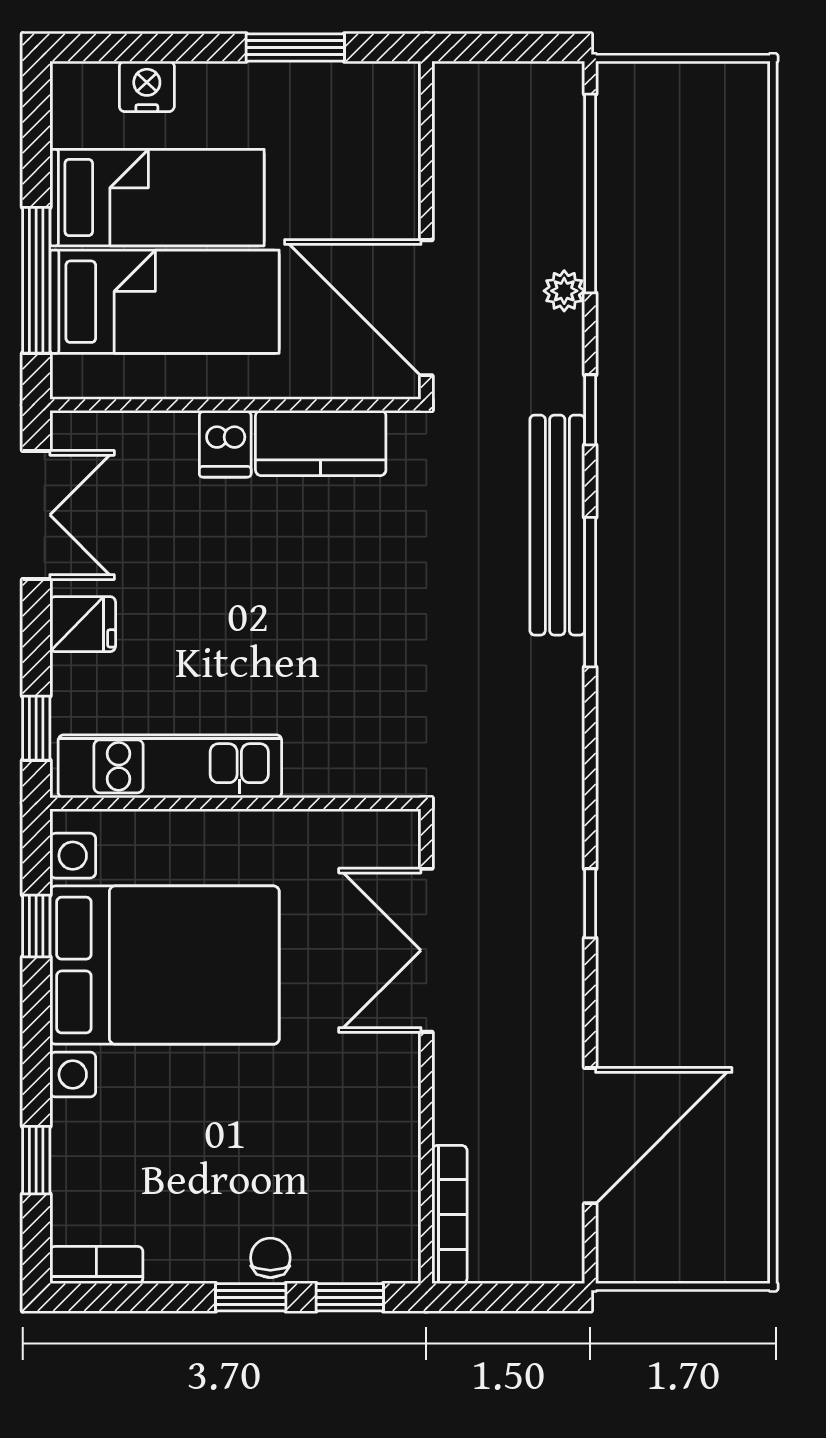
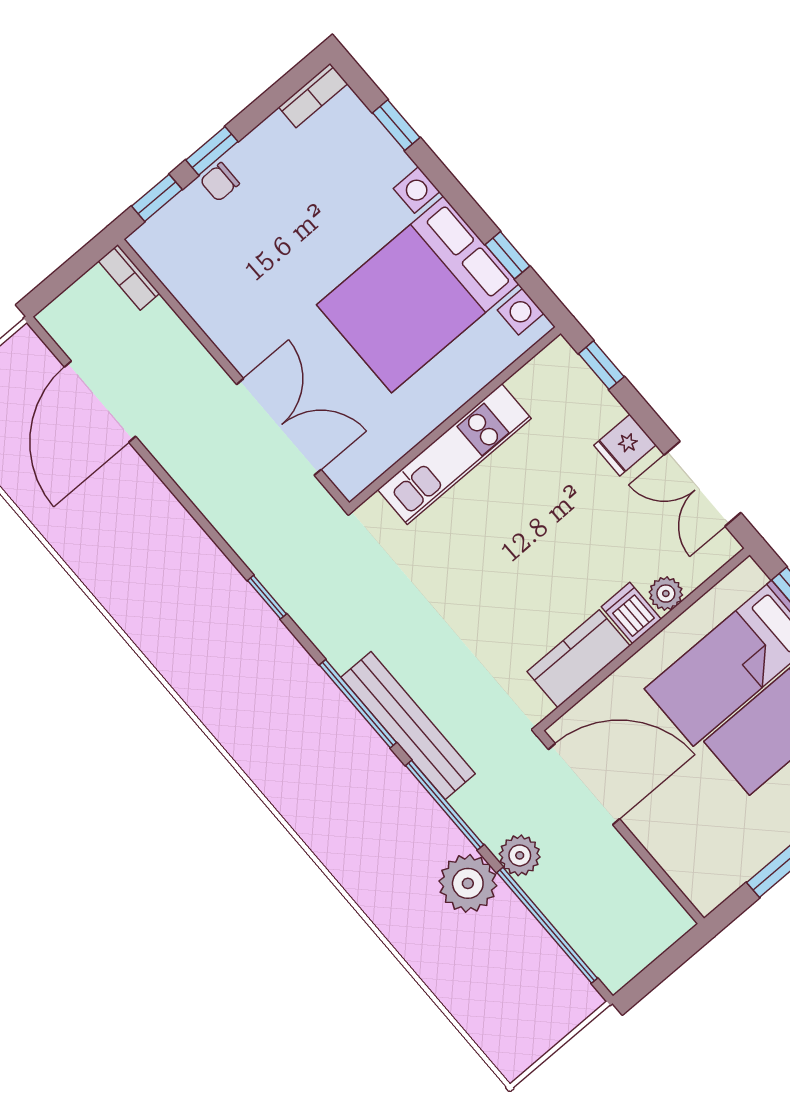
plant: (564, 291) -> (520, 855), width x1.38, depth x1.38
plant: (635, 308) -> (468, 883), added
window: (590, 410) -> (445, 805), width x2.17
plant: (172, 433) -> (666, 594), added
kitchen unit: (170, 766) -> (454, 454), moved
window: (590, 903) -> (267, 597), moved
bookcase: (450, 1214) -> (129, 277), width x0.64
chair: (270, 1258) -> (220, 182), turned 90

